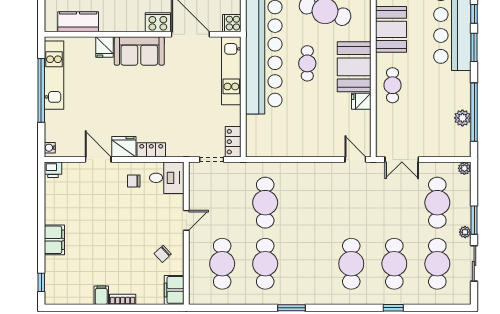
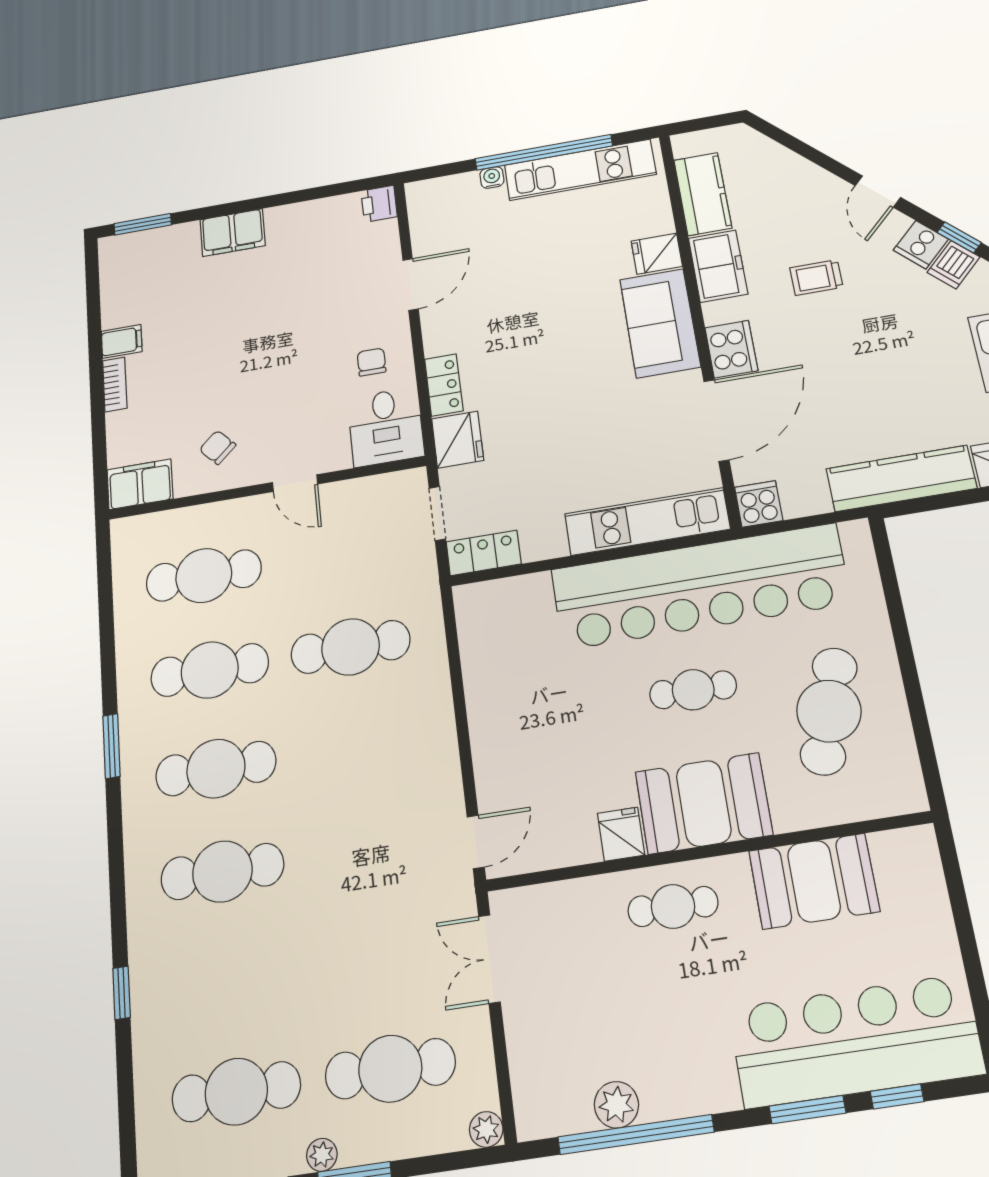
freezer: (116, 21) -> (718, 266), added
fridge: (124, 147) -> (458, 440), moved
water cooler: (50, 148) -> (492, 177), moved
cafe table: (394, 264) -> (216, 769), moved
window: (41, 282) -> (143, 224), width x1.50

